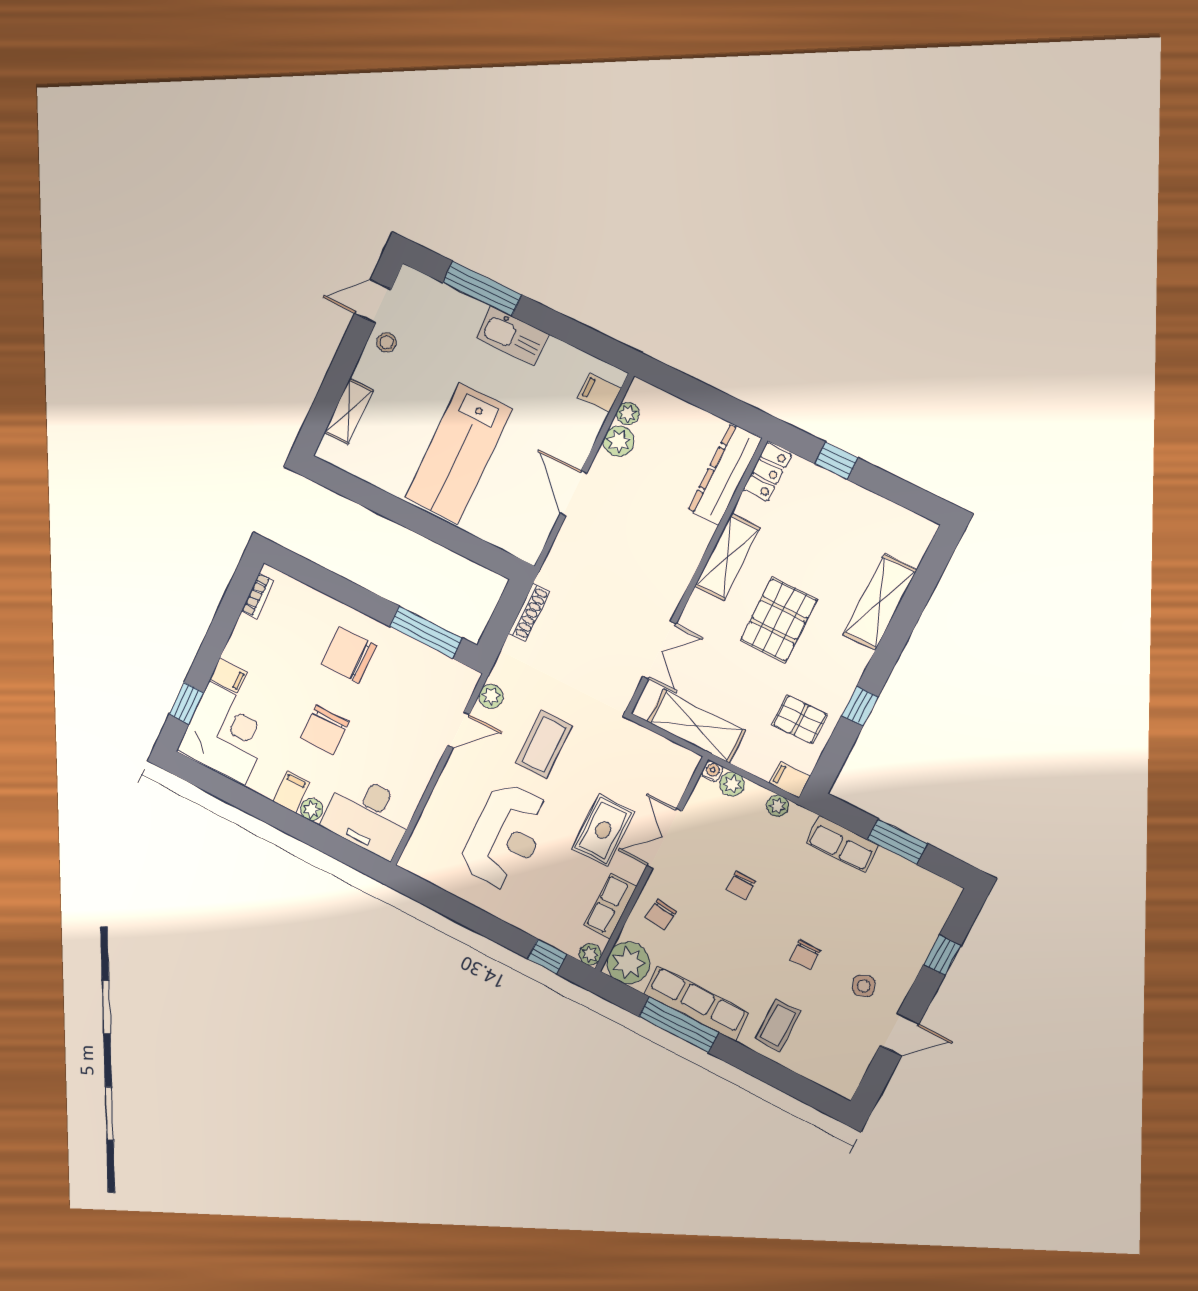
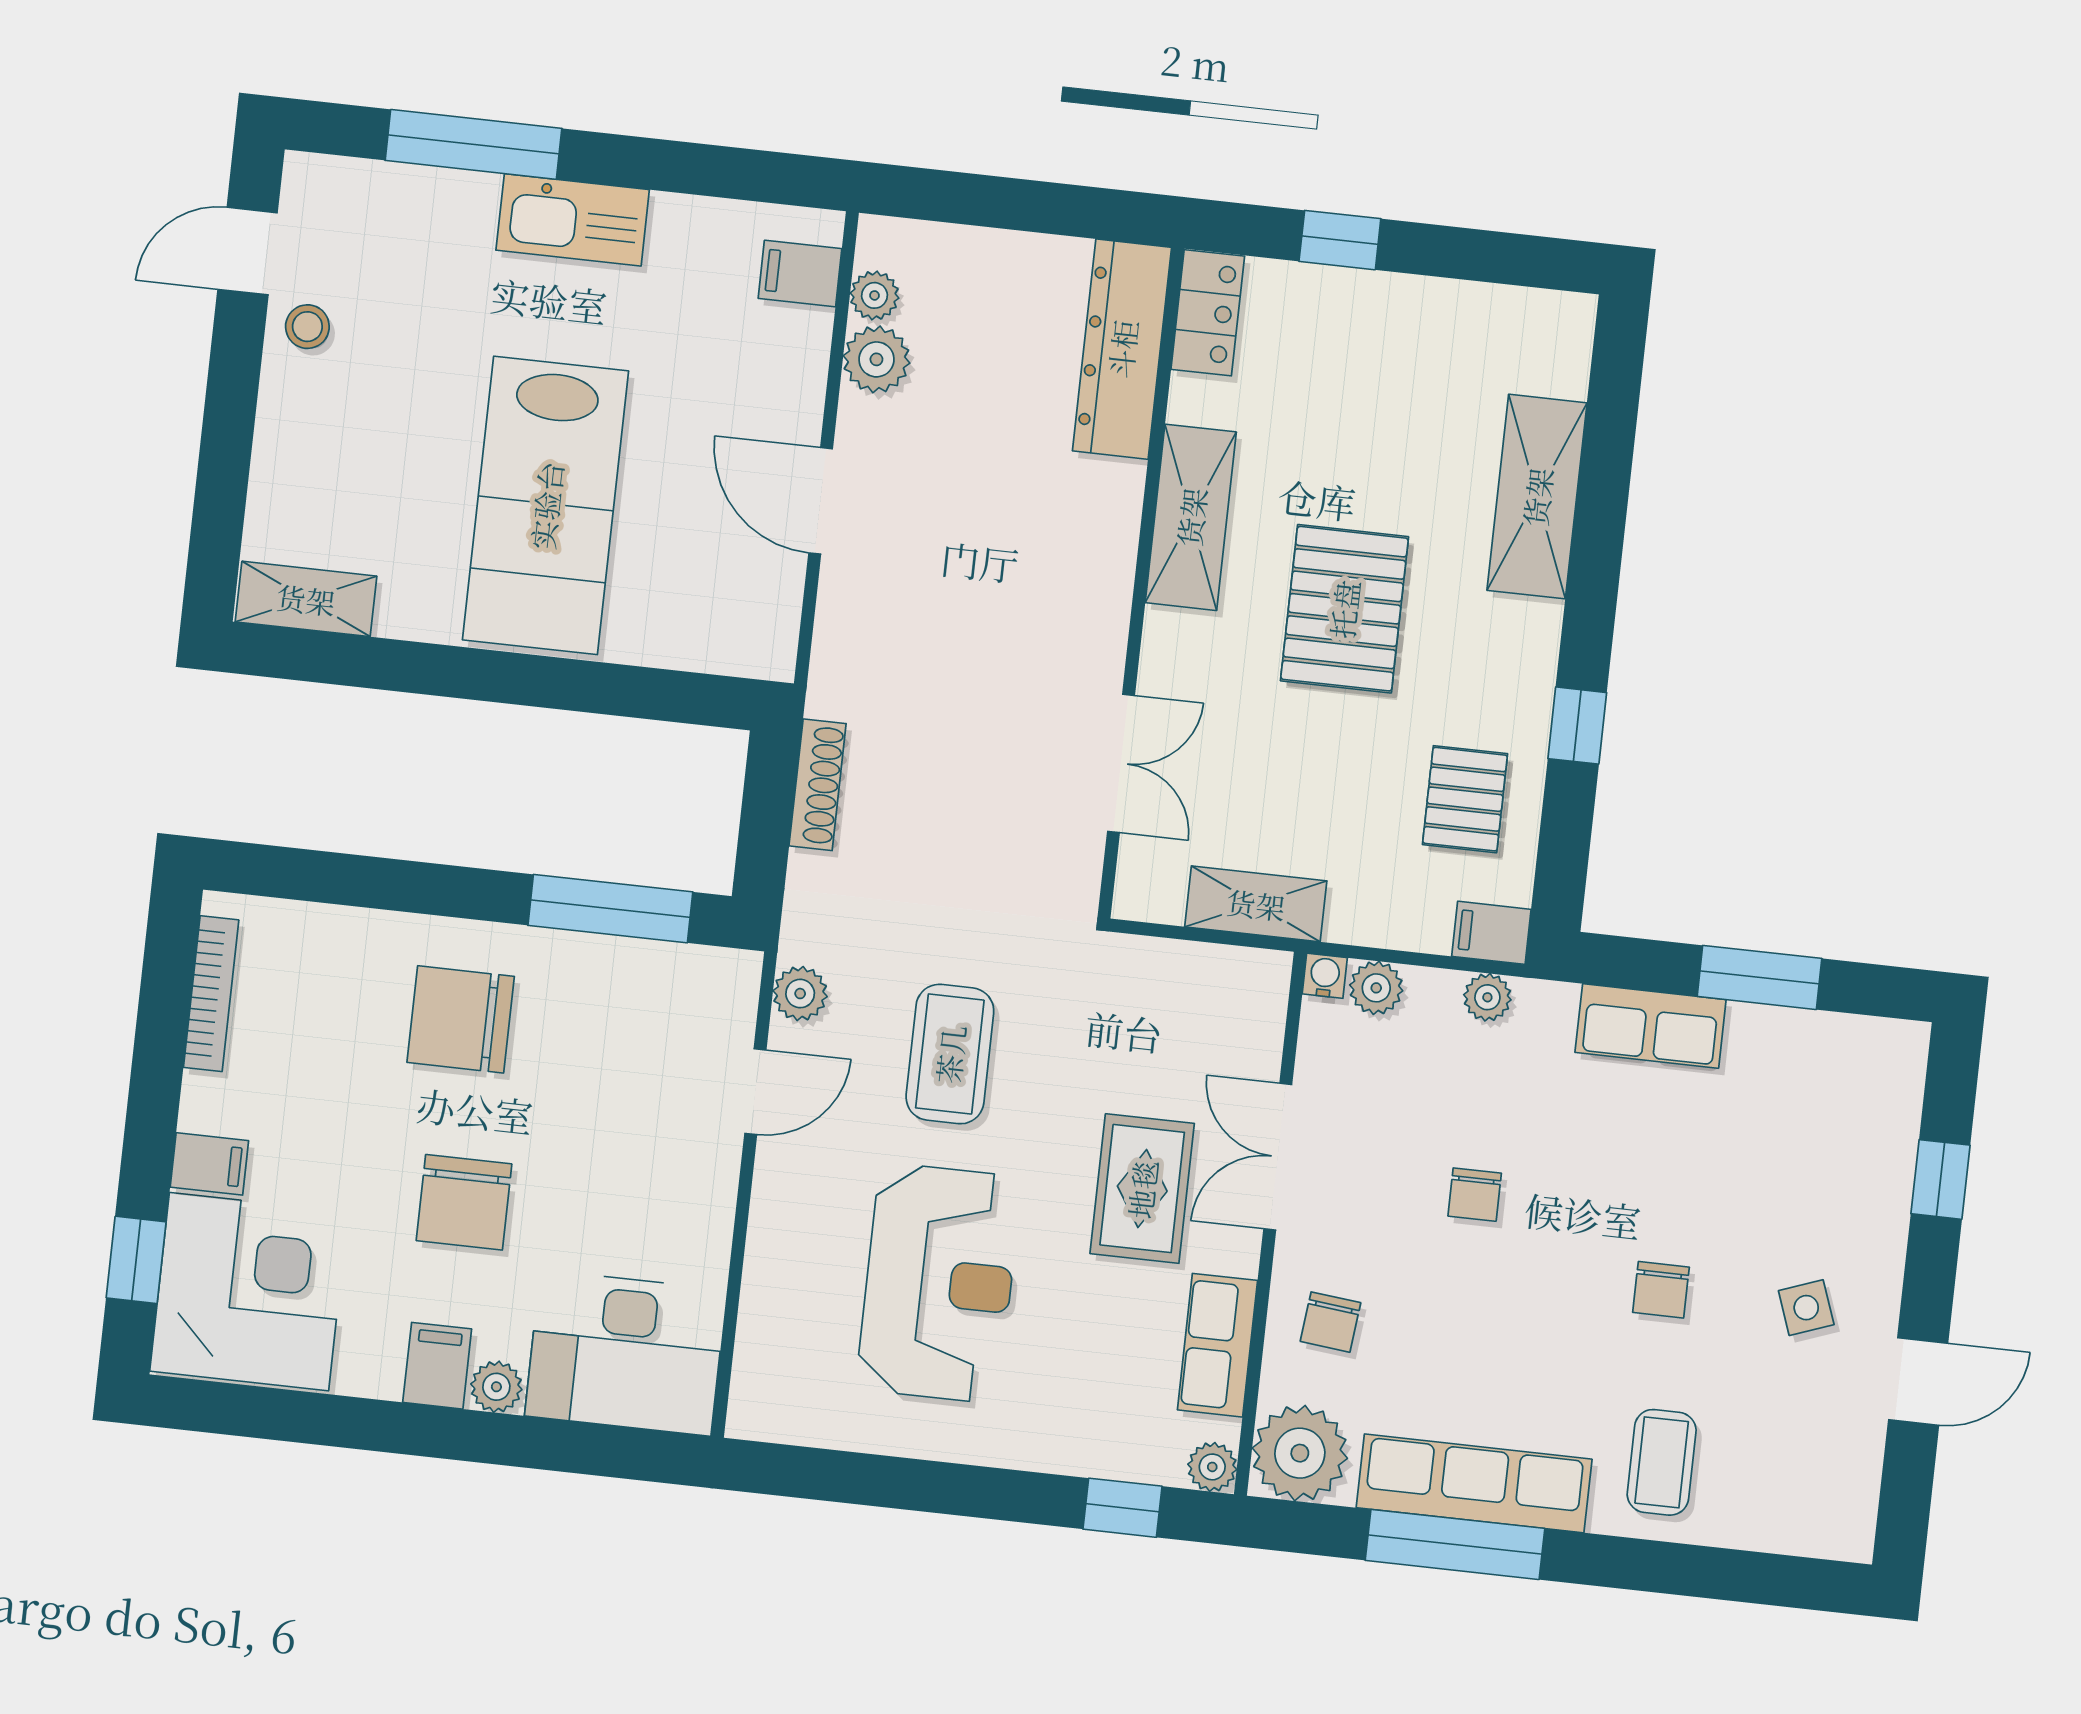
shelving: (349, 412) -> (306, 599), moved, turned 90
bookcase: (258, 596) -> (211, 994), width x1.56
pallet: (800, 719) -> (1465, 799), turned 90
shelving: (696, 726) -> (1256, 904), width x0.67, depth x0.75

